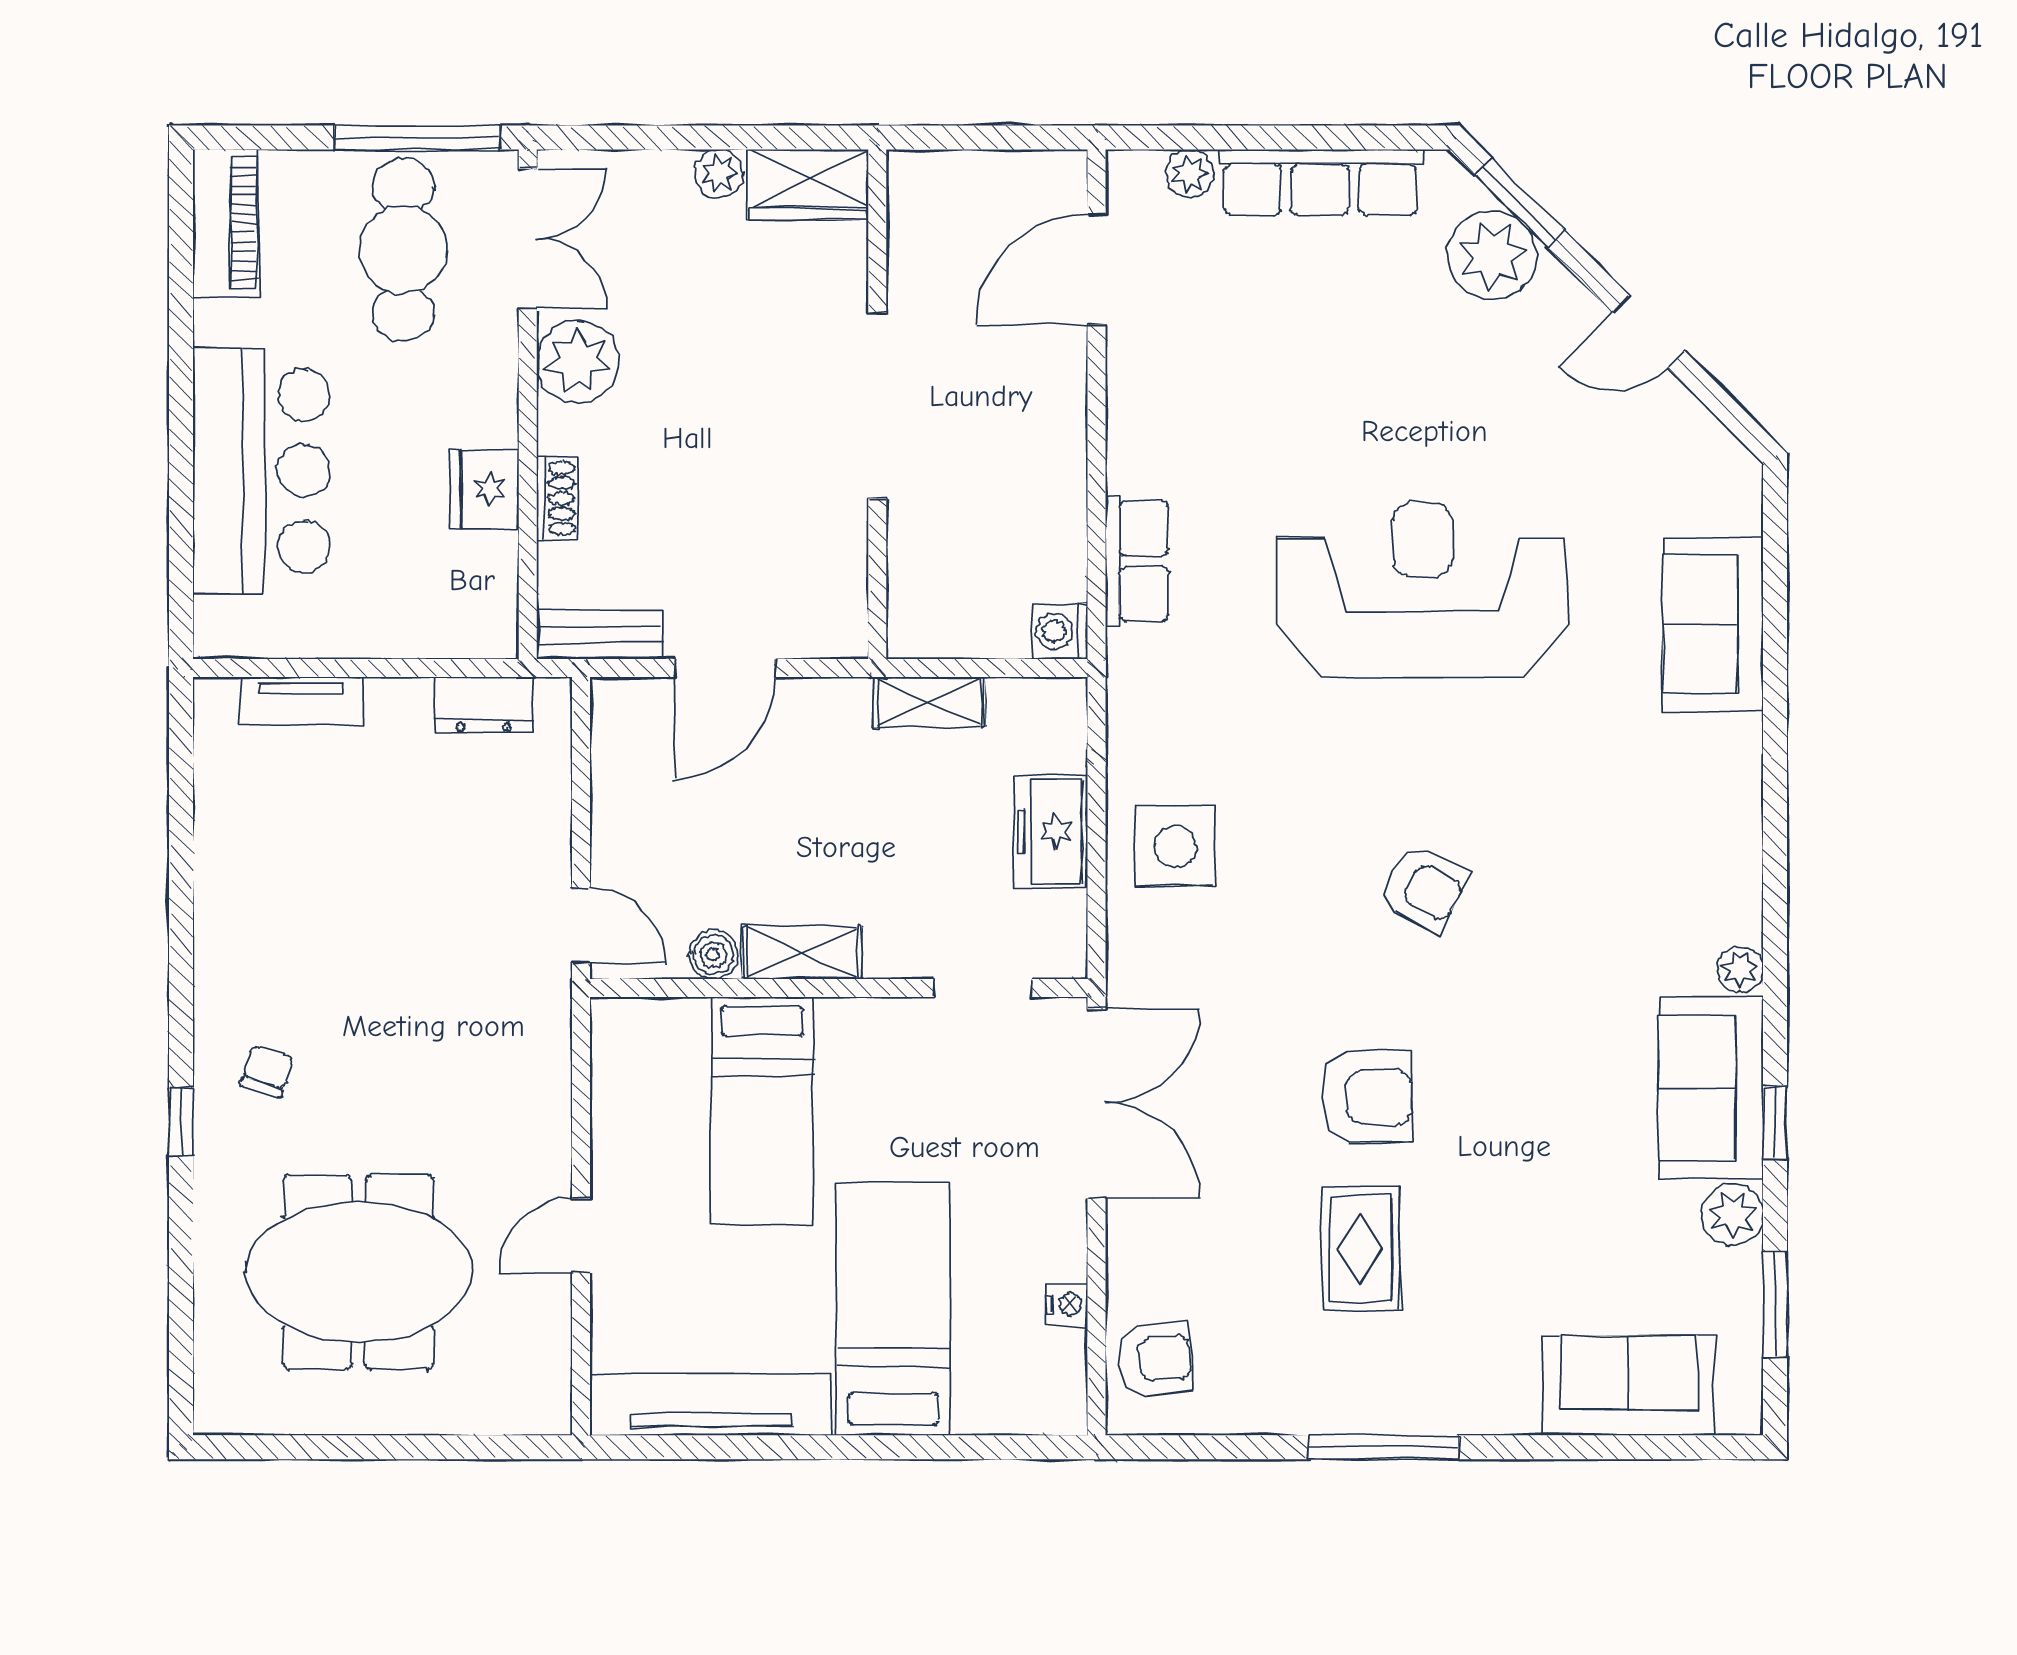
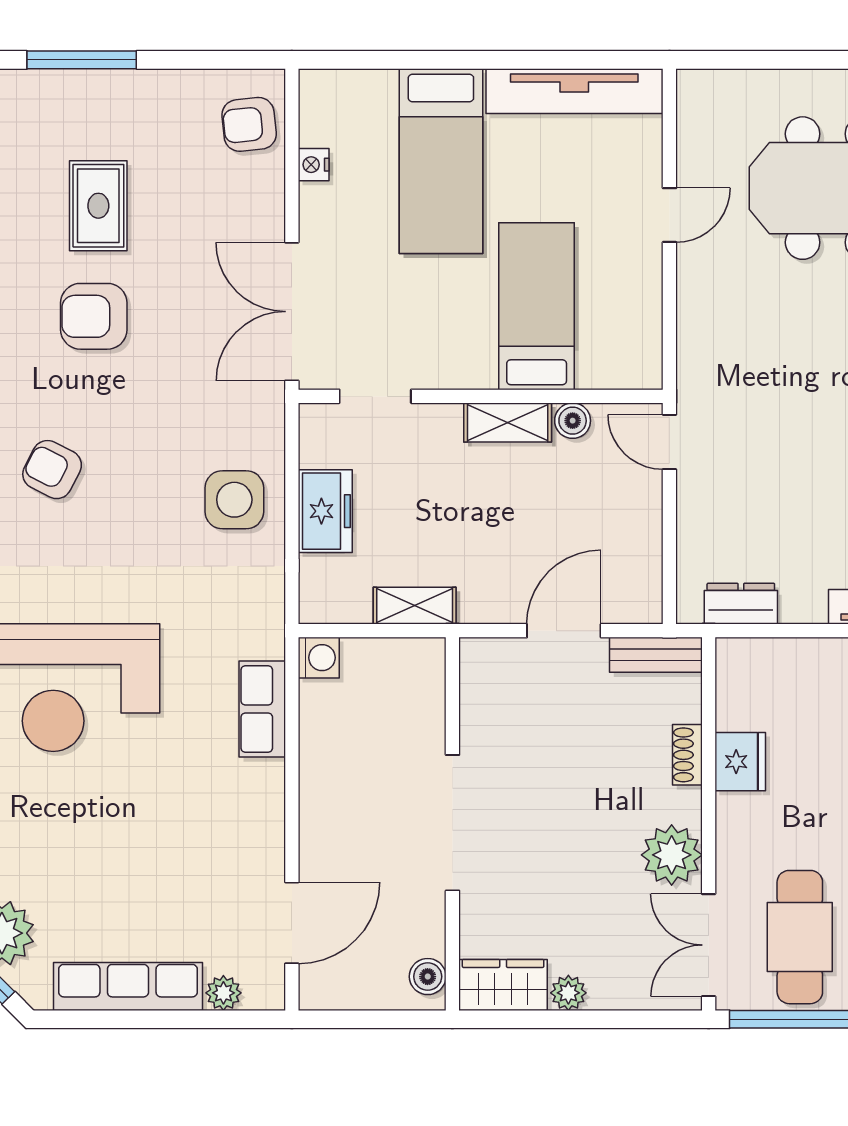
boiler: (911, 196) -> (428, 977), added

